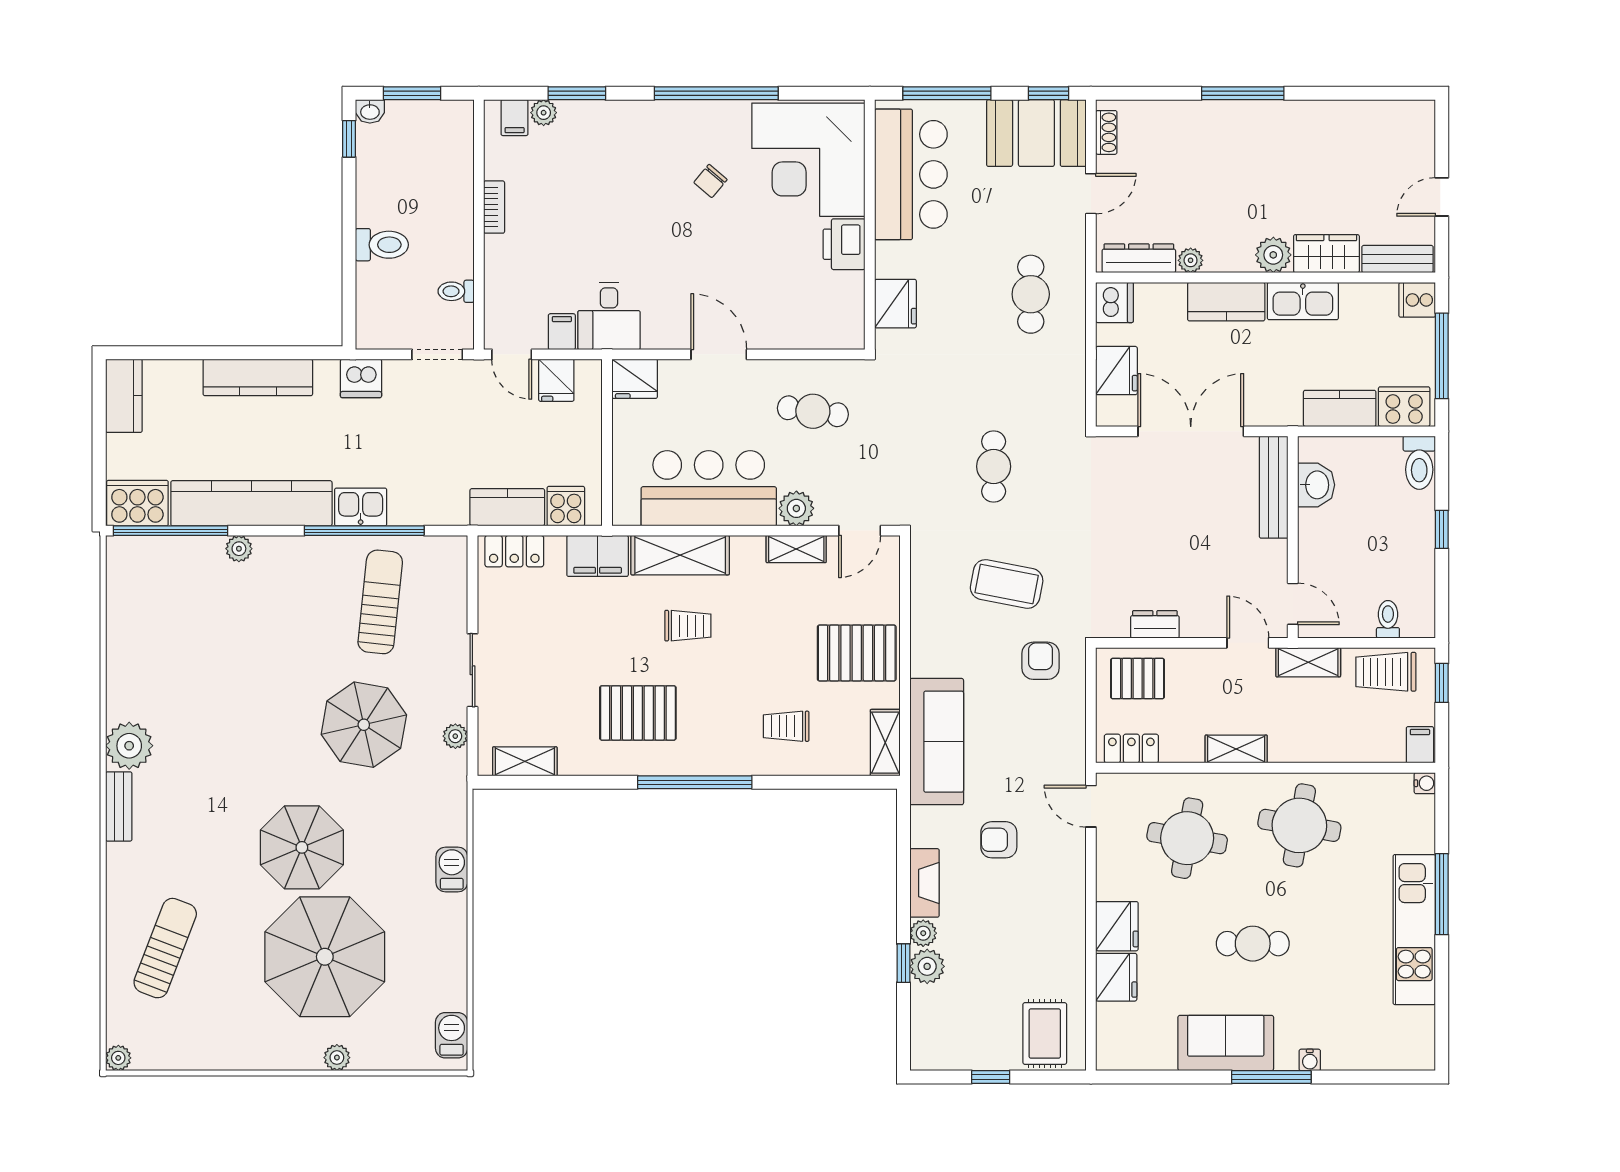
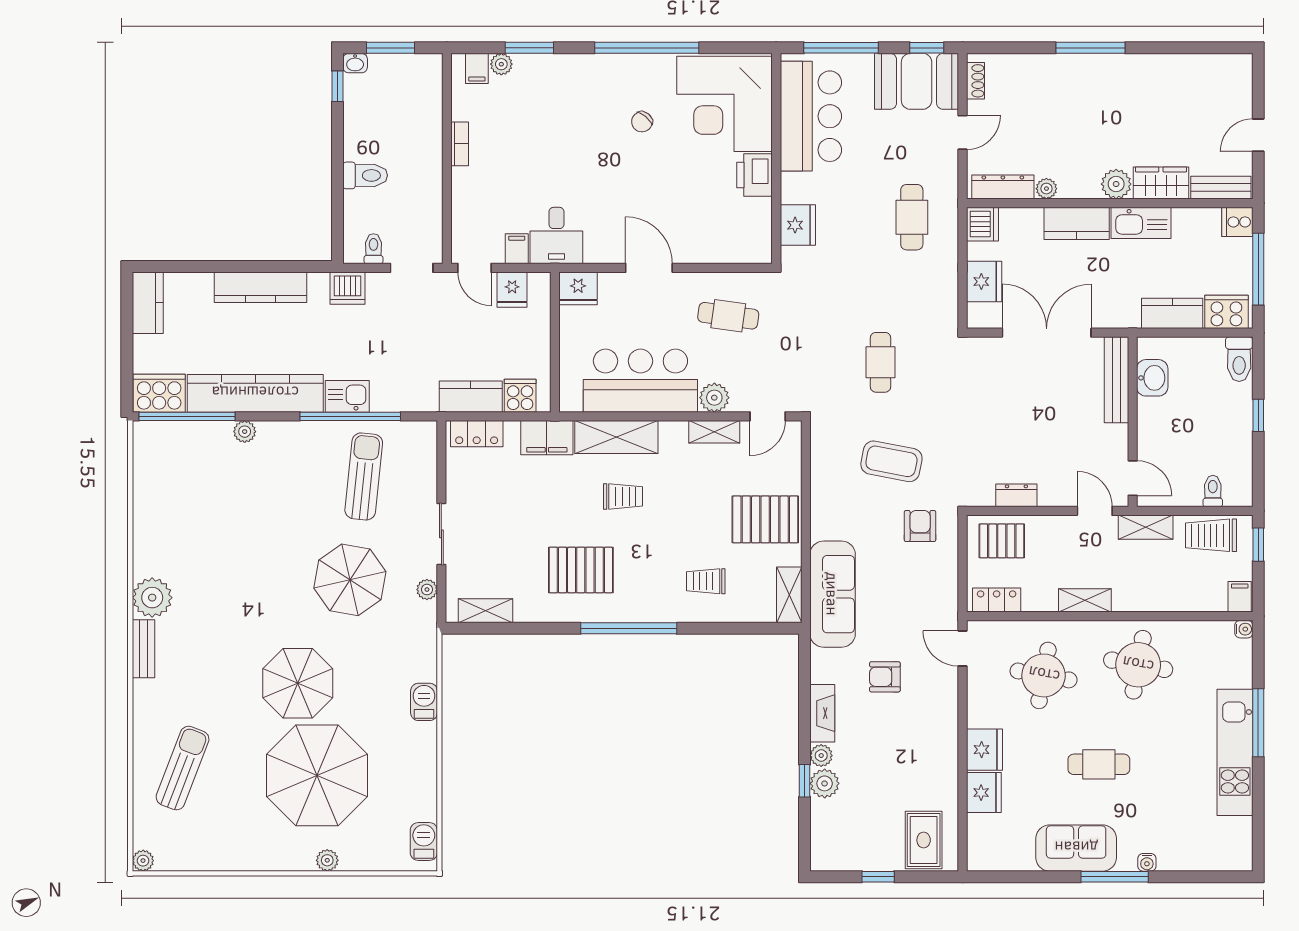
toilet: (456, 291) -> (373, 249), moved, turned 90

